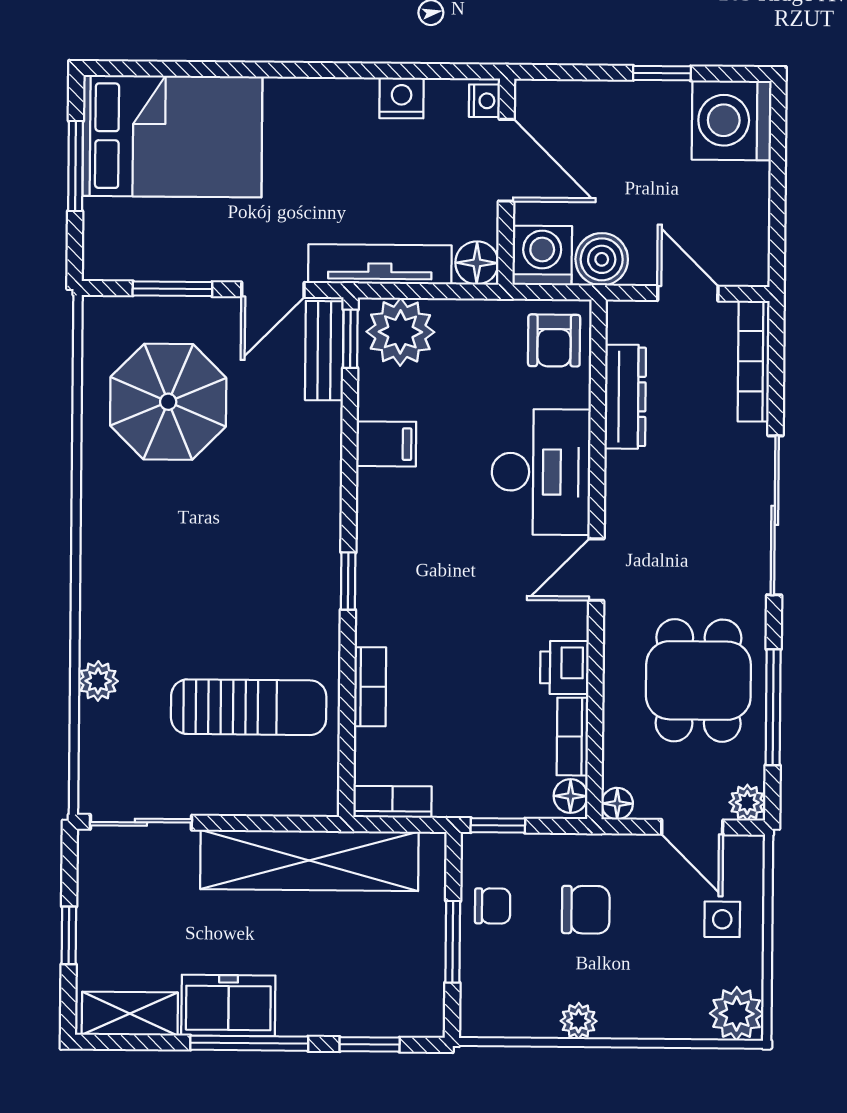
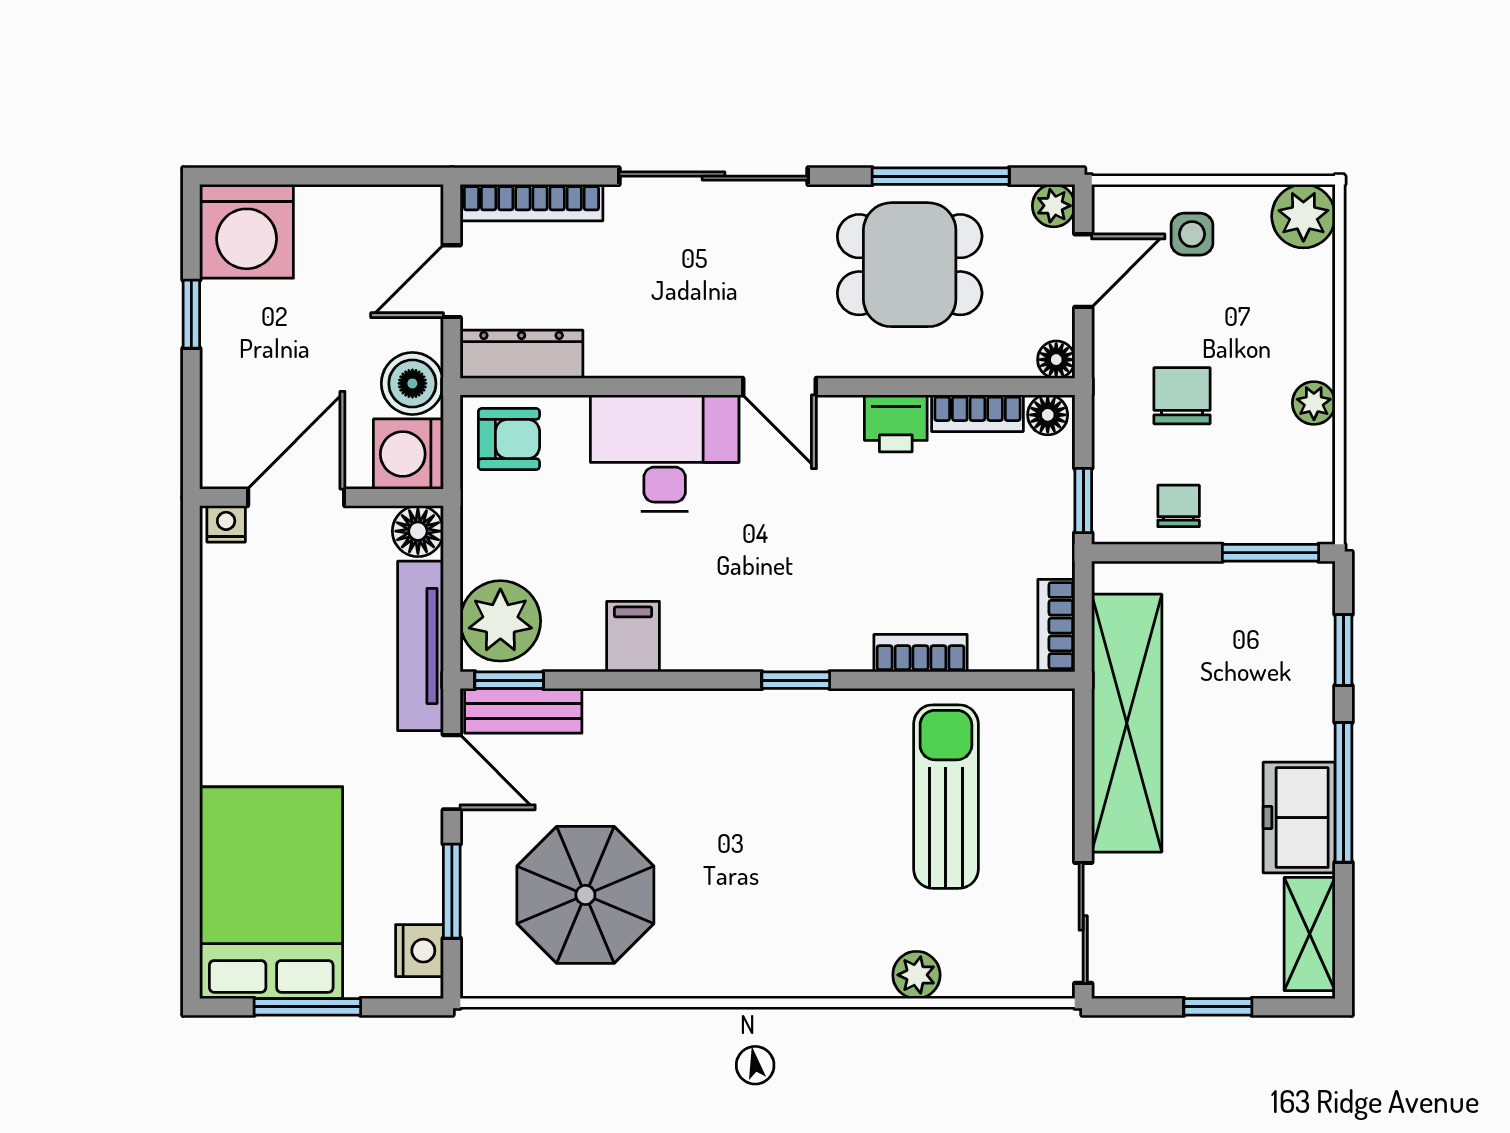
nightstand: (402, 98) -> (420, 951), moved, turned 180
dresser: (625, 397) -> (522, 354), moved
window: (453, 942) -> (1271, 553), moved

